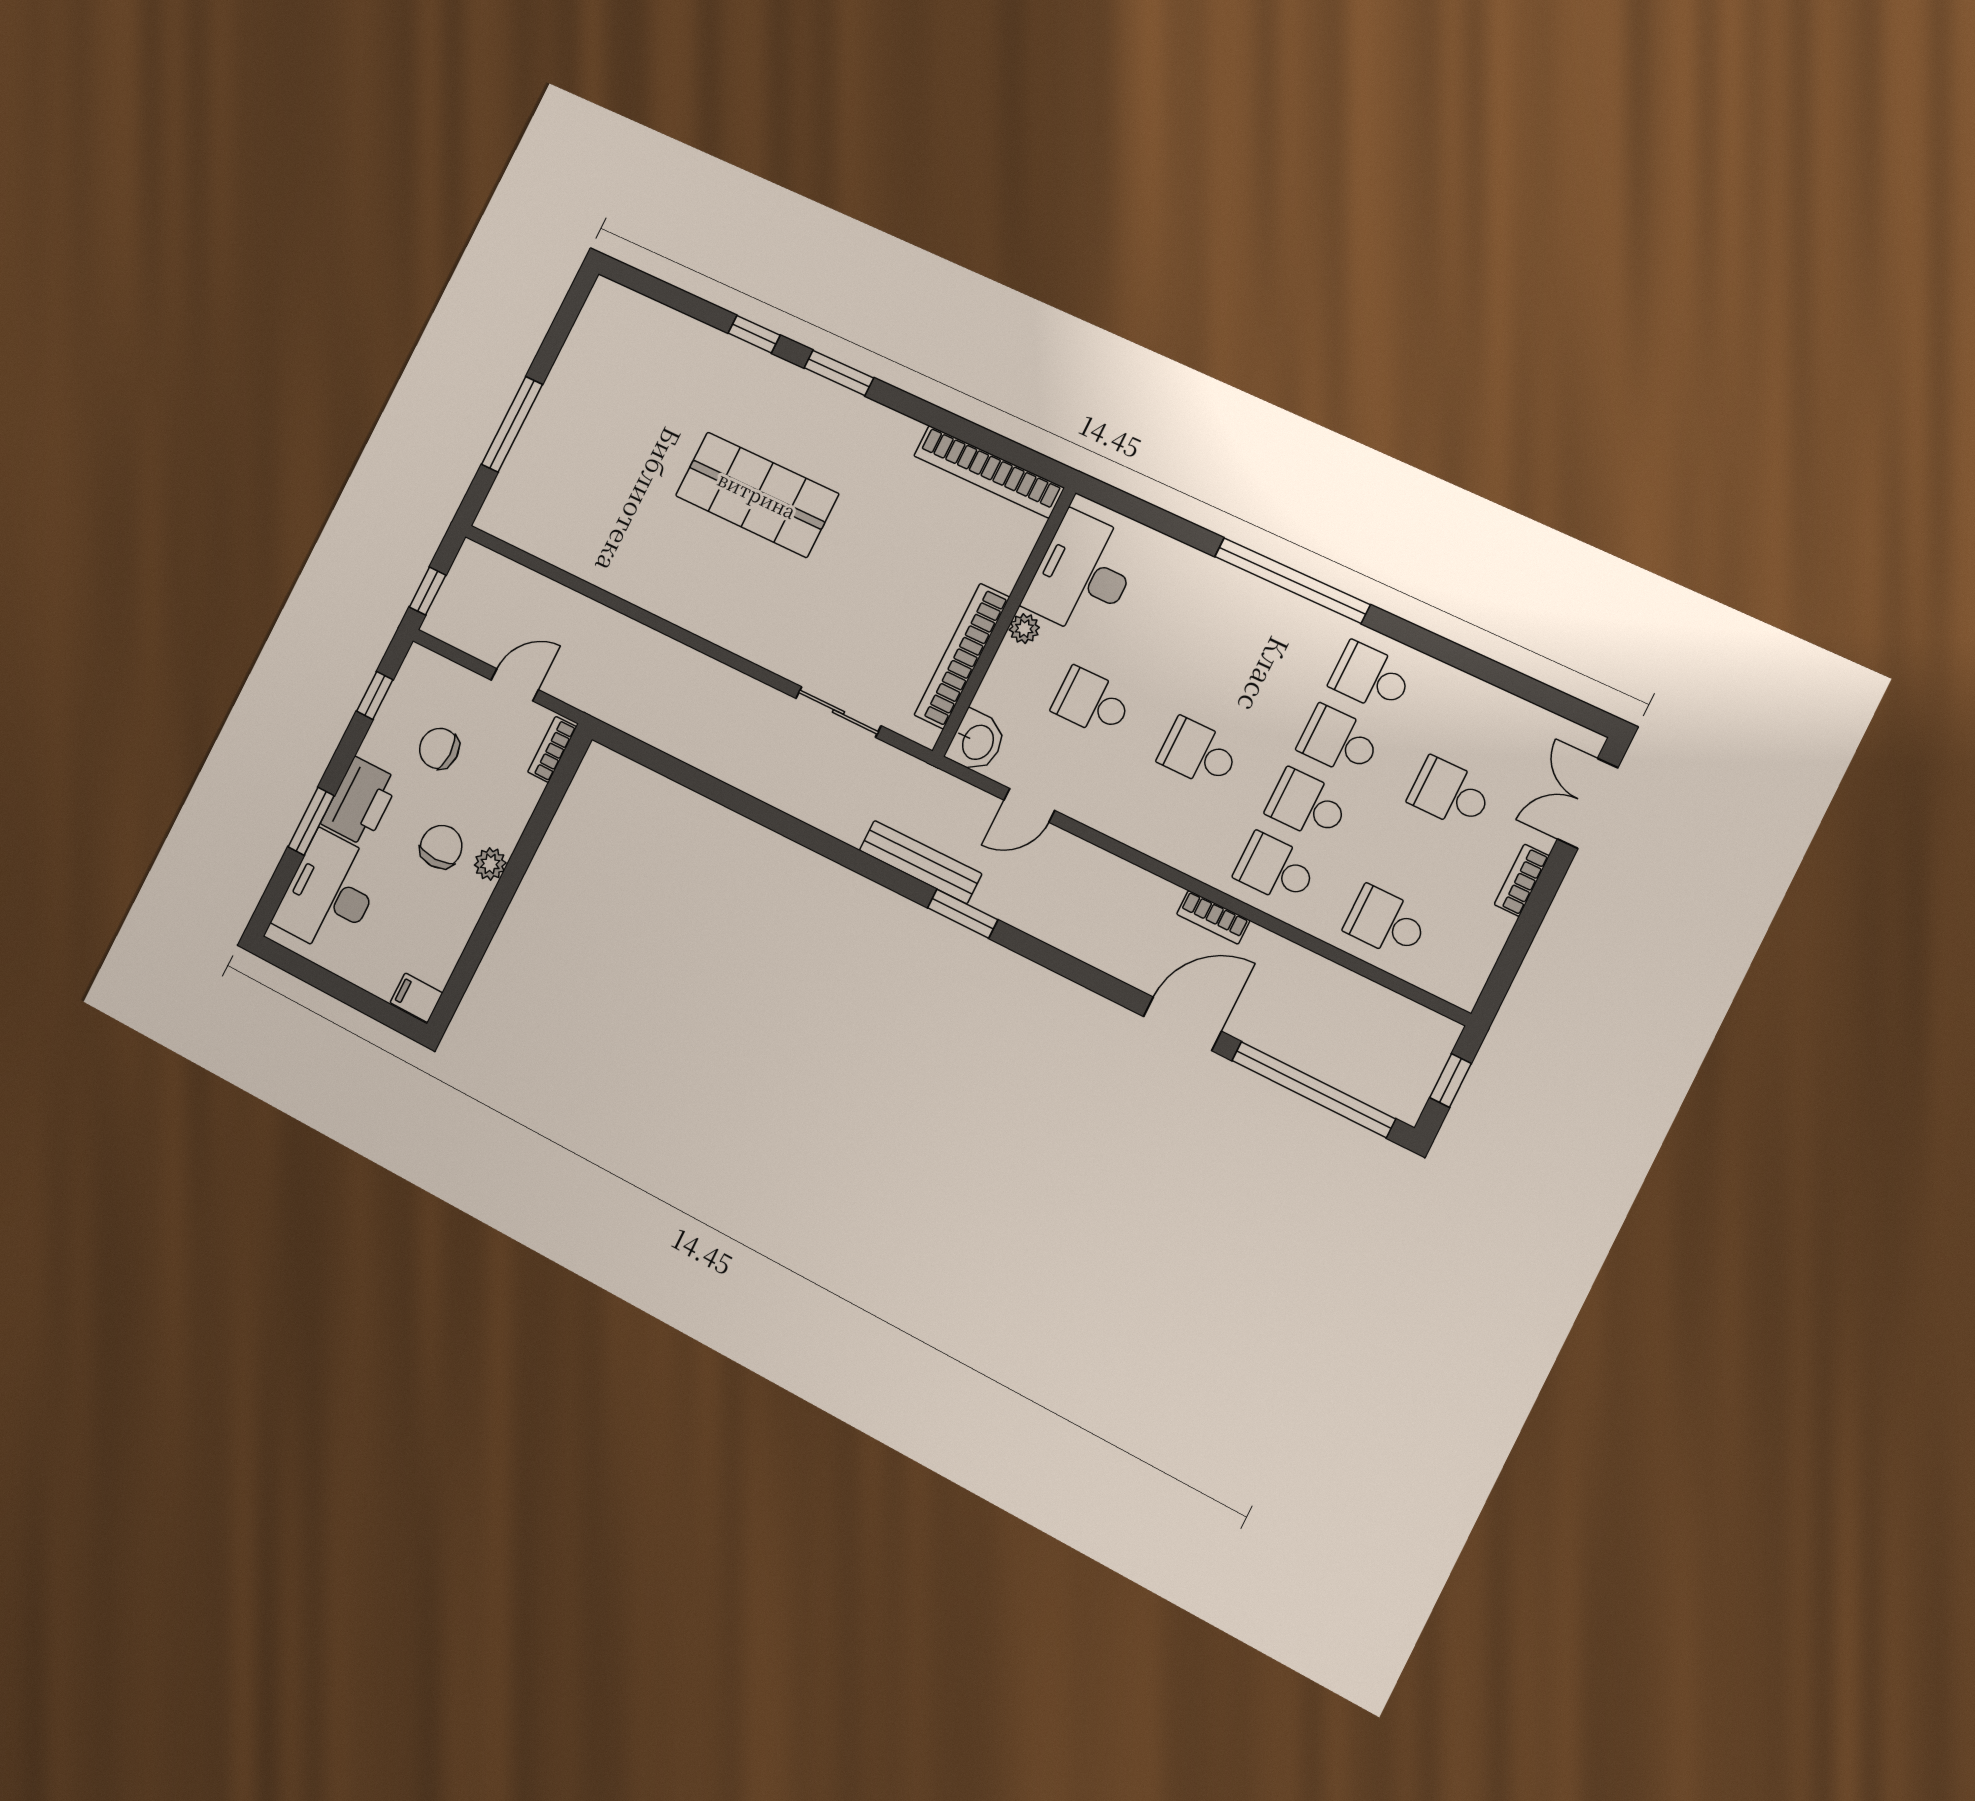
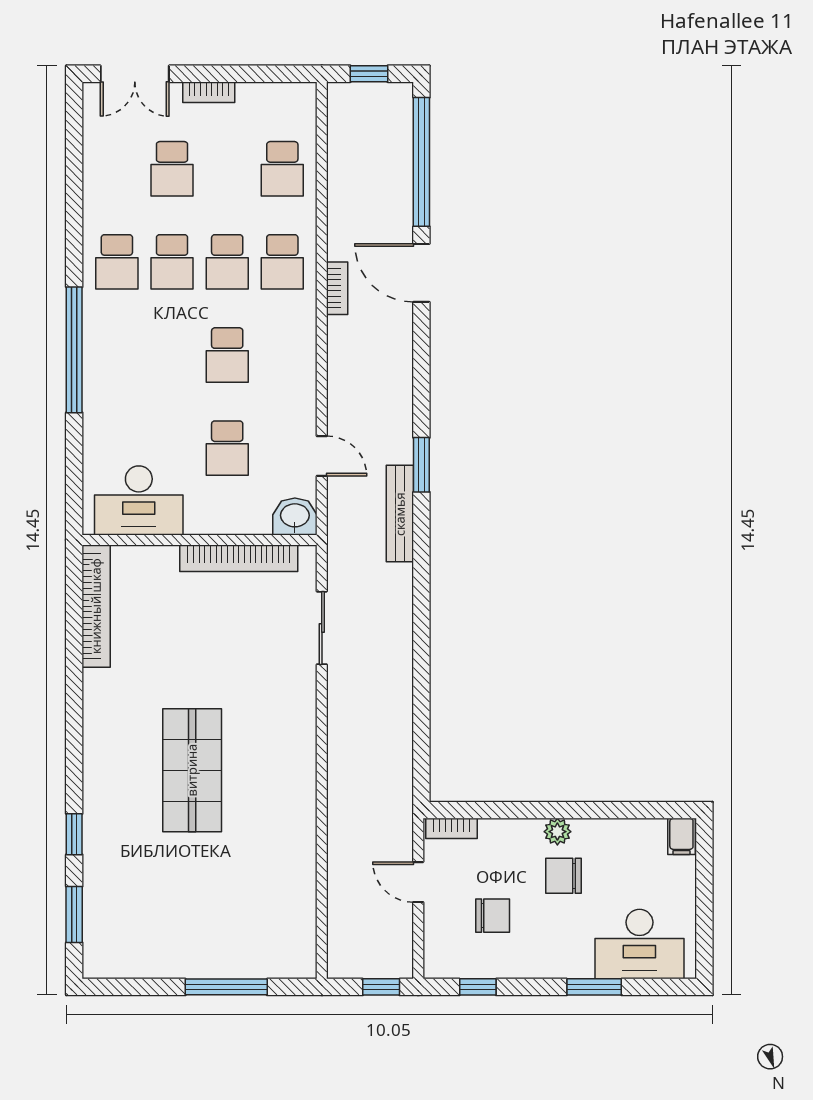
window: (839, 373) -> (74, 915), moved
plant: (1024, 629) -> (198, 523), removed
chair: (439, 748) -> (493, 916), turned -90
printer: (360, 801) -> (561, 956), removed

